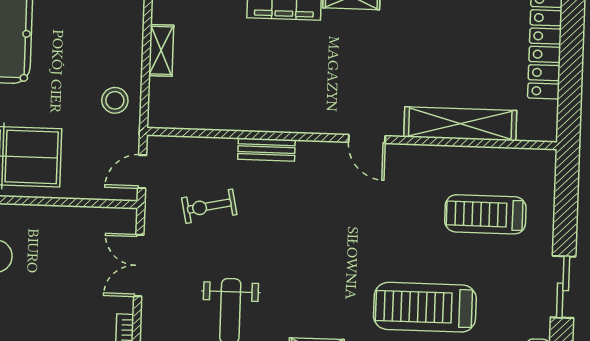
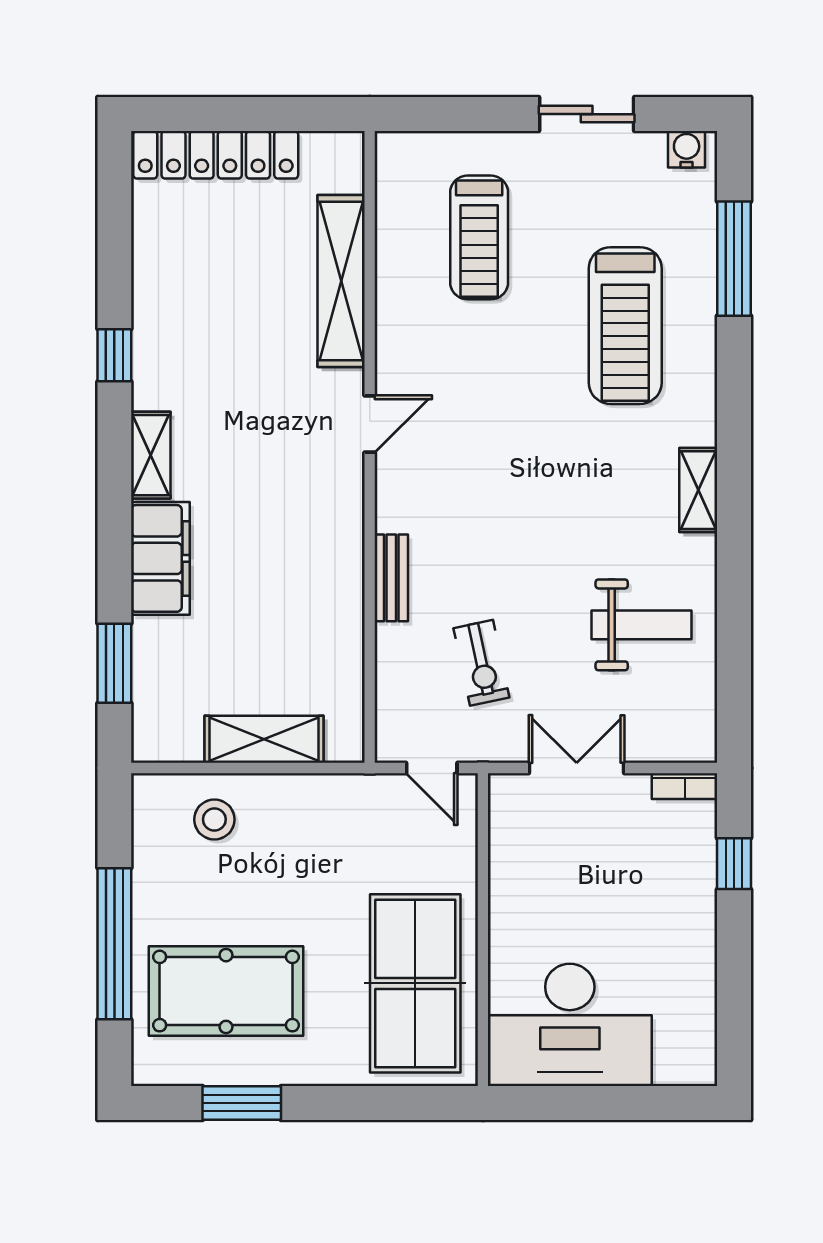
shelving: (161, 50) -> (264, 739), width x1.50, depth x1.33
stool: (115, 100) -> (214, 819), moved
double door: (139, 266) -> (577, 768), swing flipped

